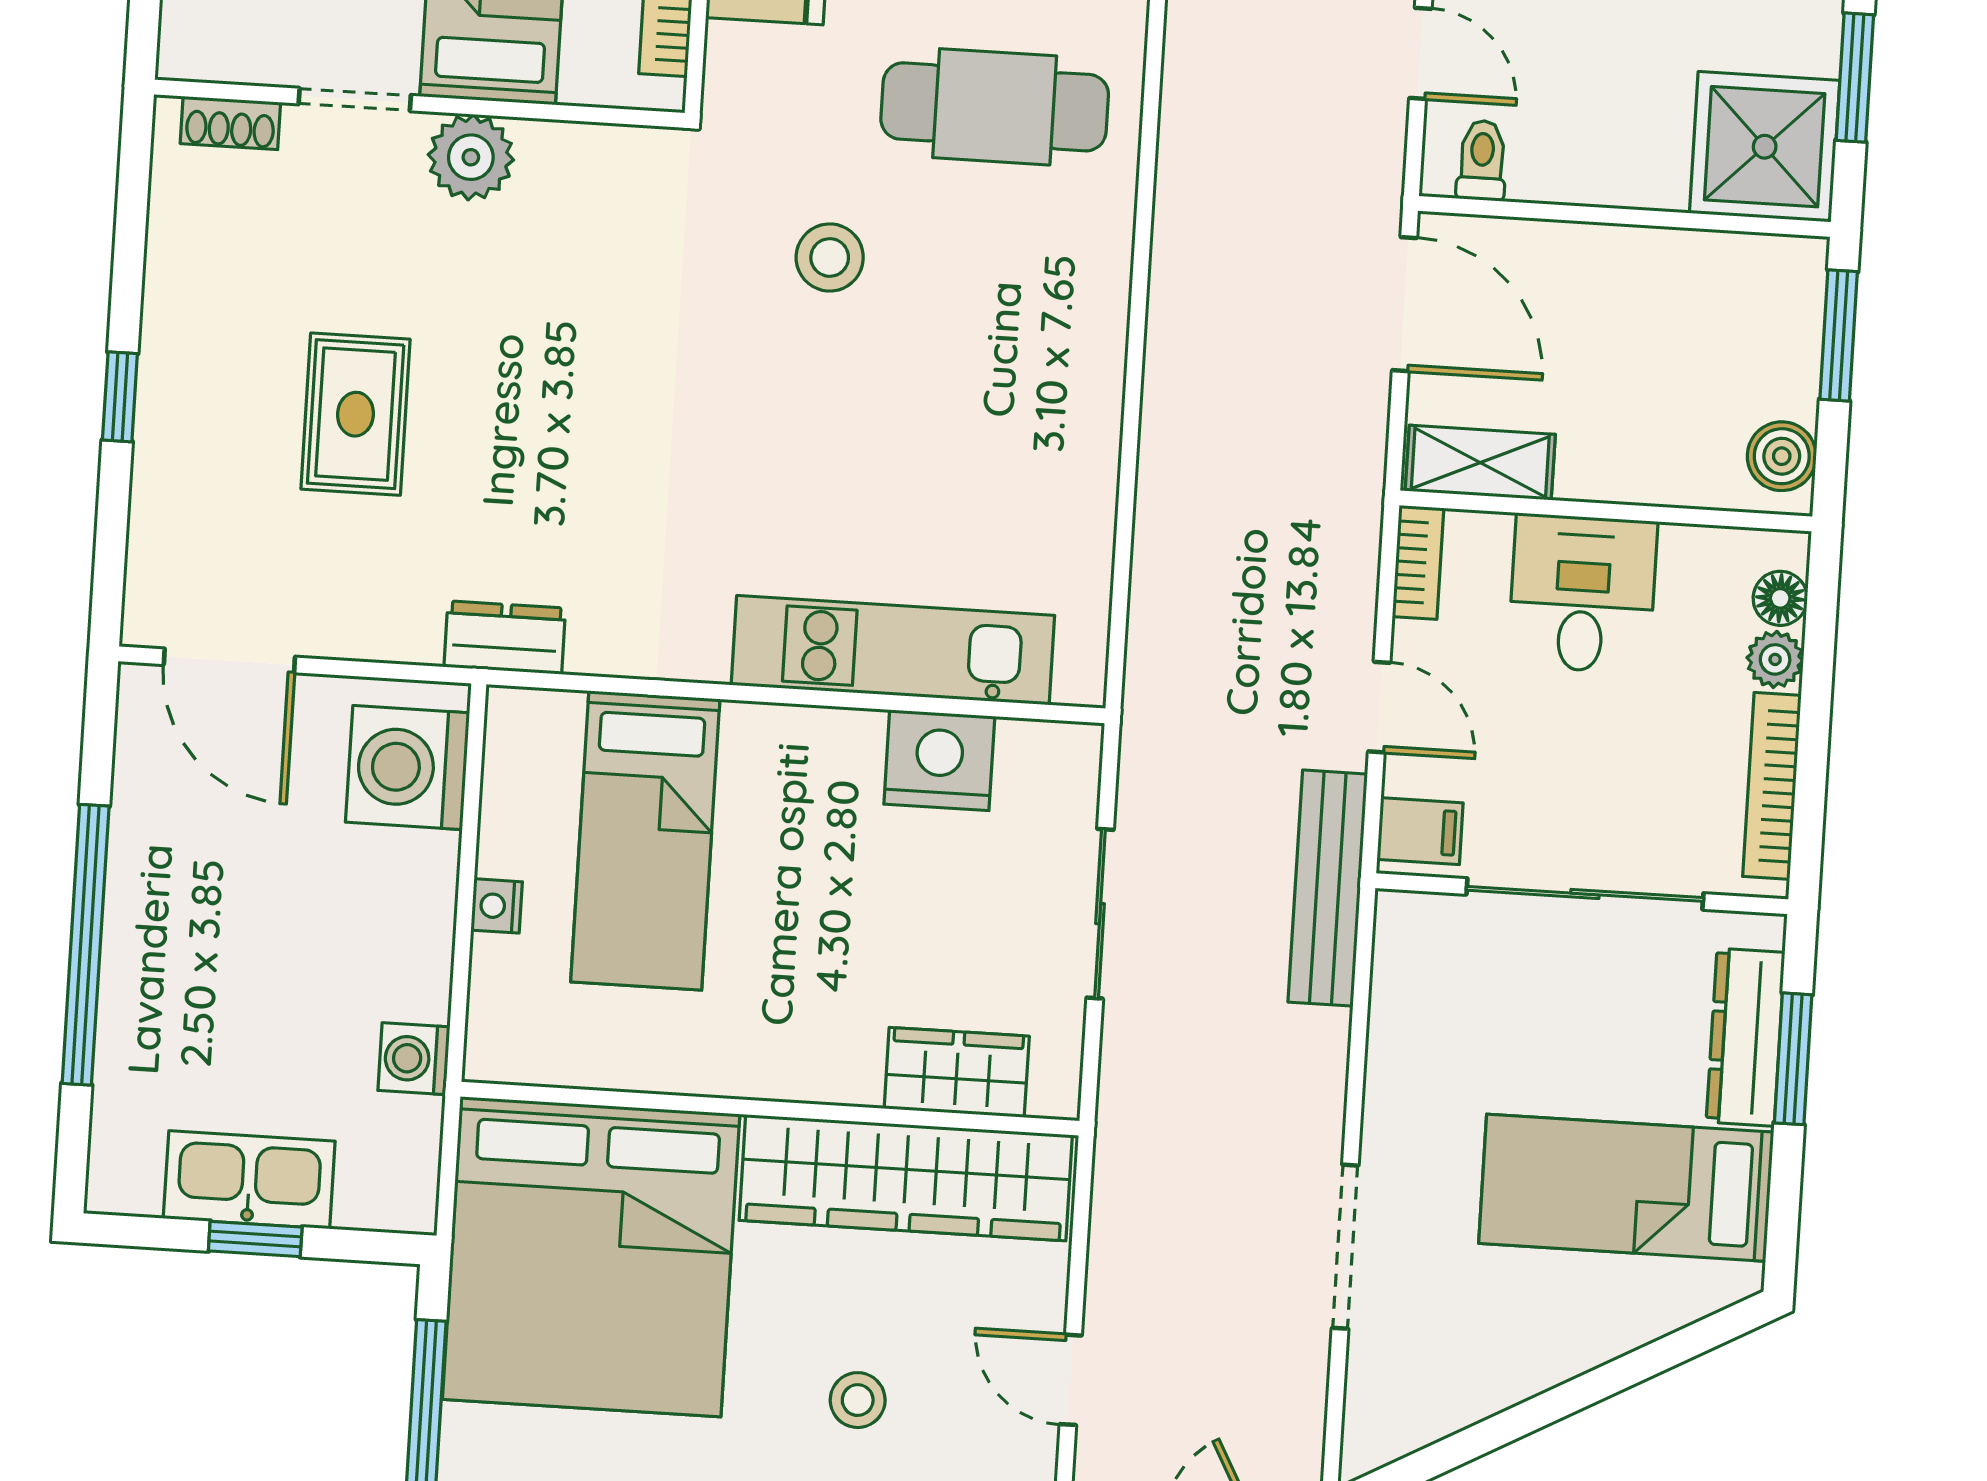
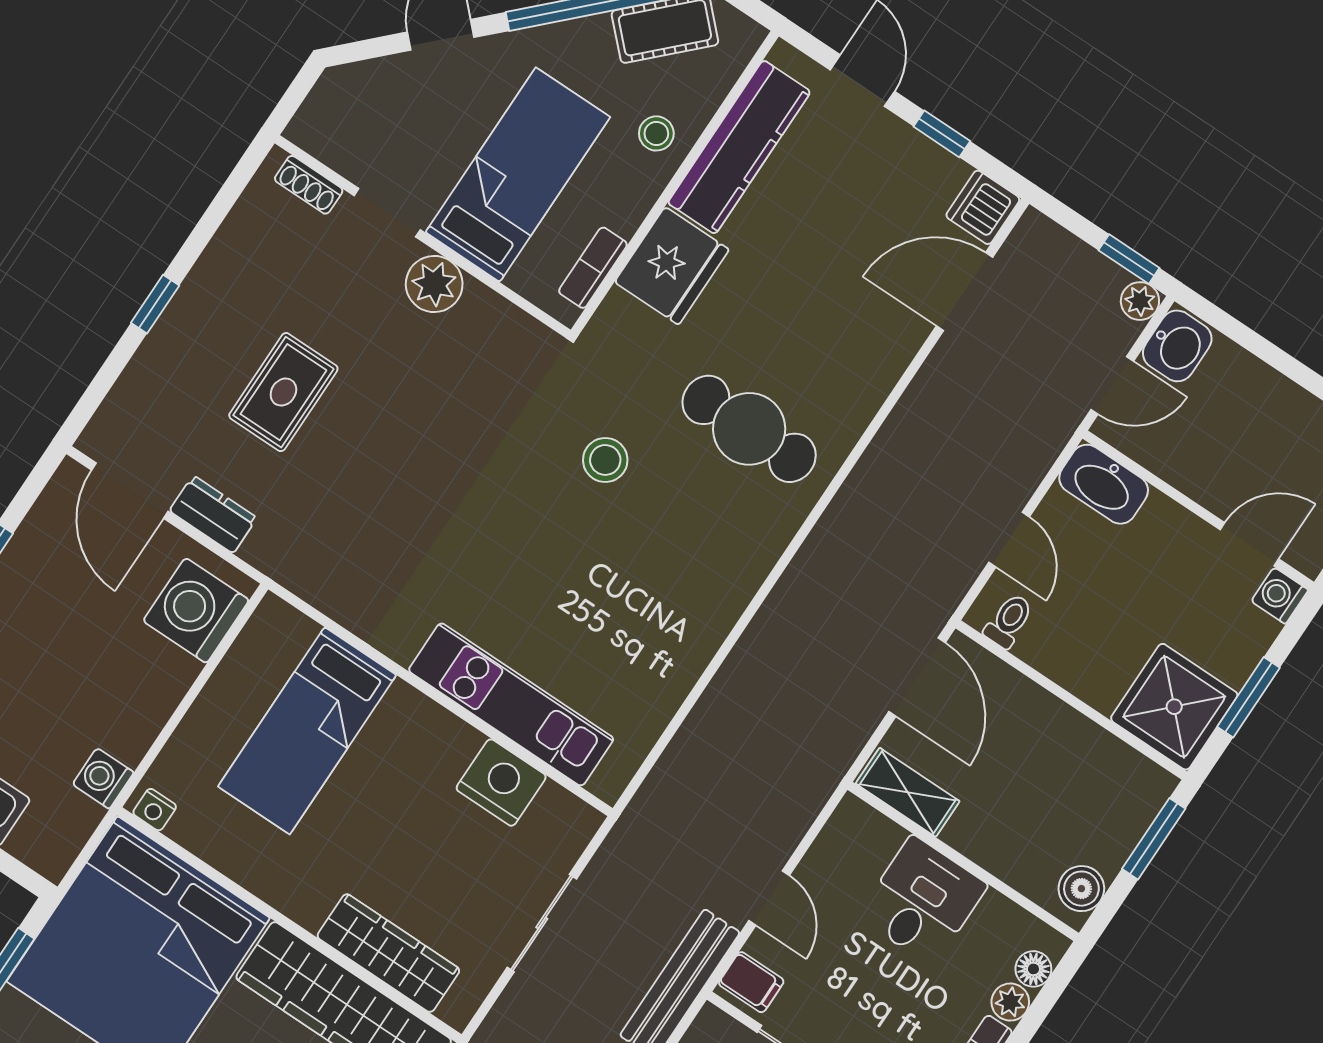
bookcase: (1418, 562) -> (839, 828), removed
dresser: (505, 638) -> (213, 514), moved
nightstand: (497, 906) -> (155, 810), moved, turned -90
wardrobe: (957, 1072) -> (388, 953), width x1.50

